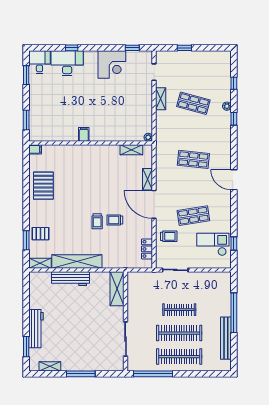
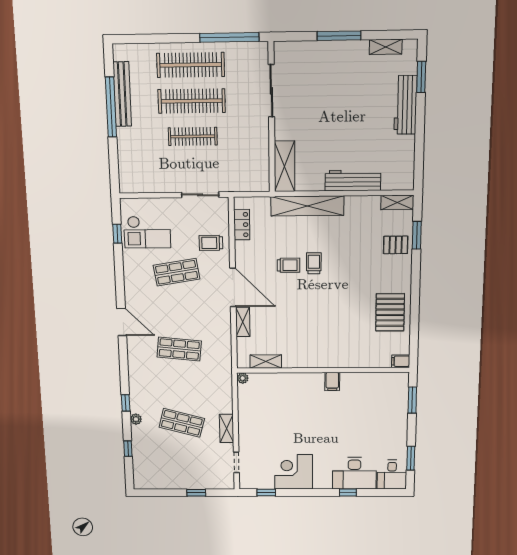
shelving: (77, 261) -> (307, 206), moved
window: (234, 313) -> (111, 107), moved

